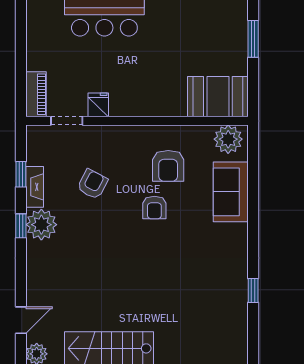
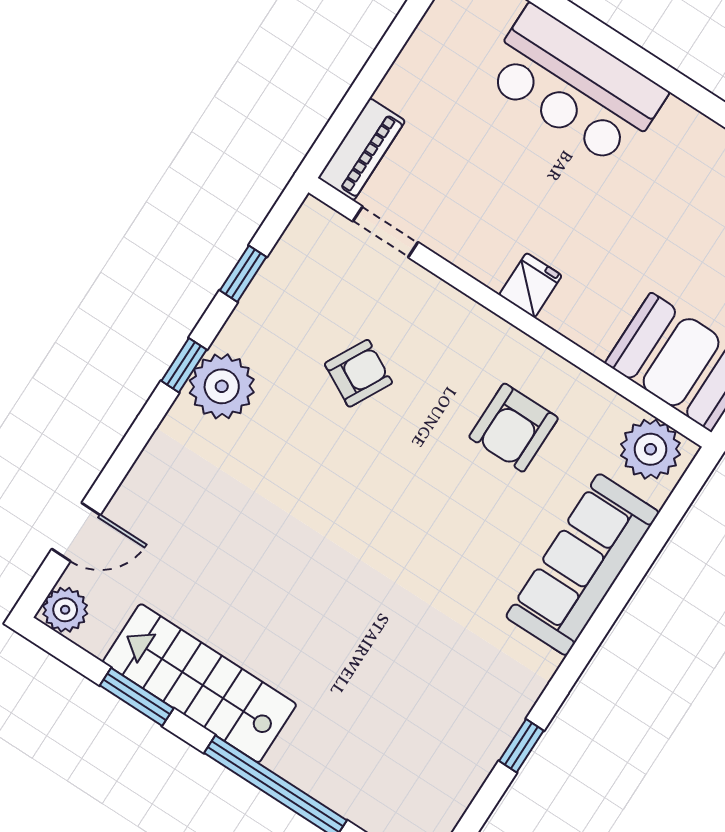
fridge: (98, 105) -> (530, 285), moved
fireplace: (35, 187) -> (253, 312), removed
sofa: (231, 192) -> (582, 565), width x1.36
armchair: (154, 208) -> (441, 486), removed

